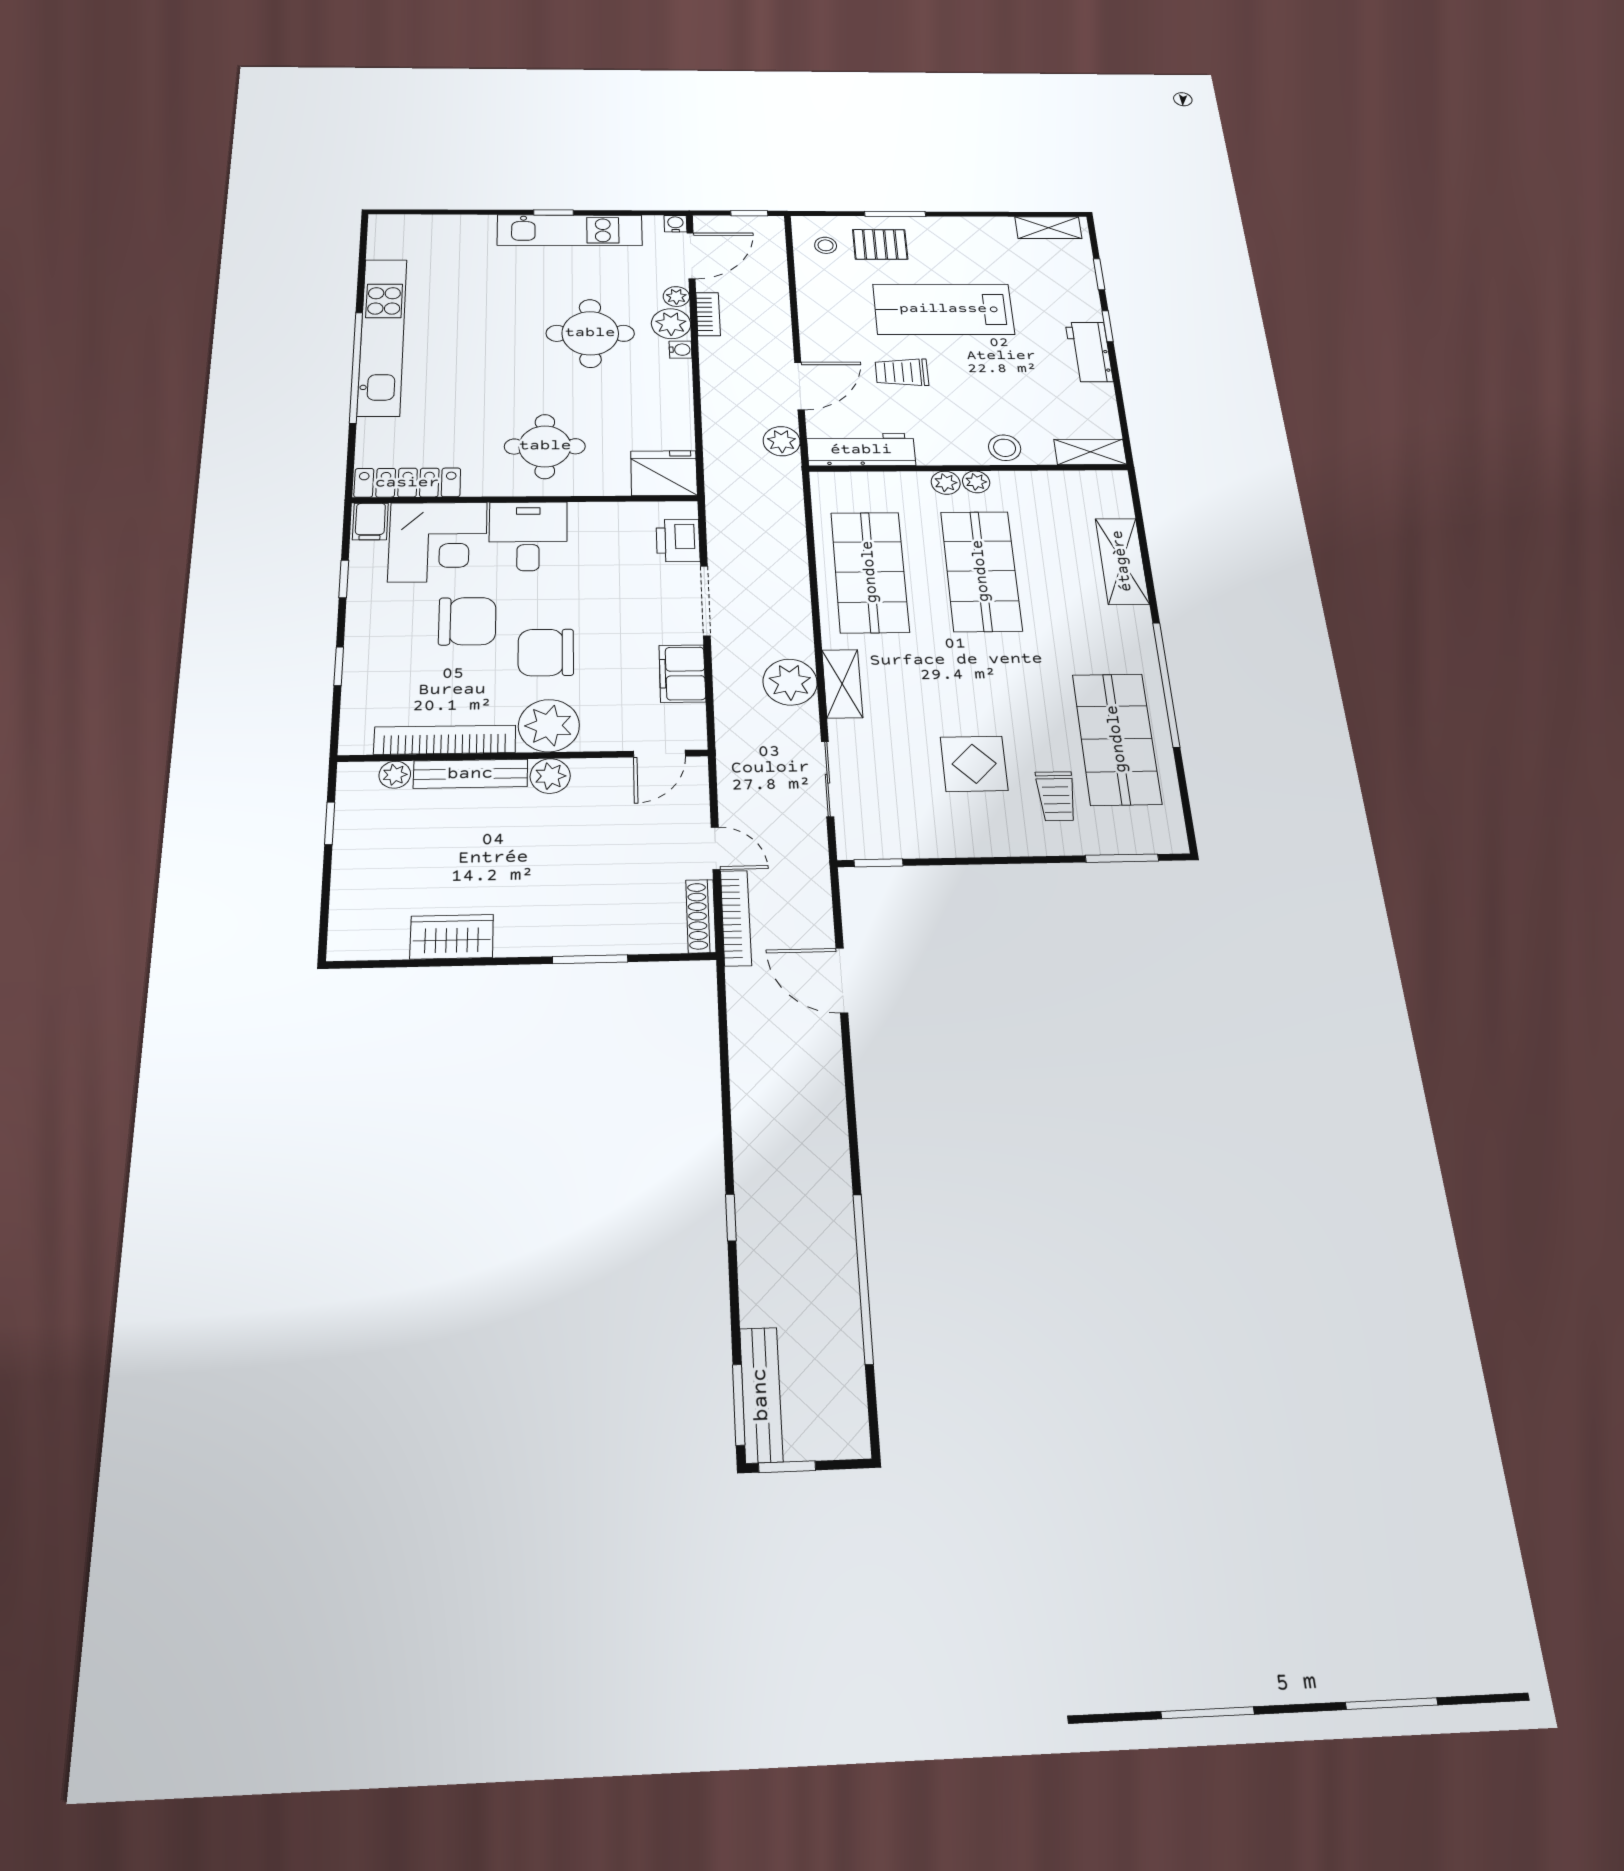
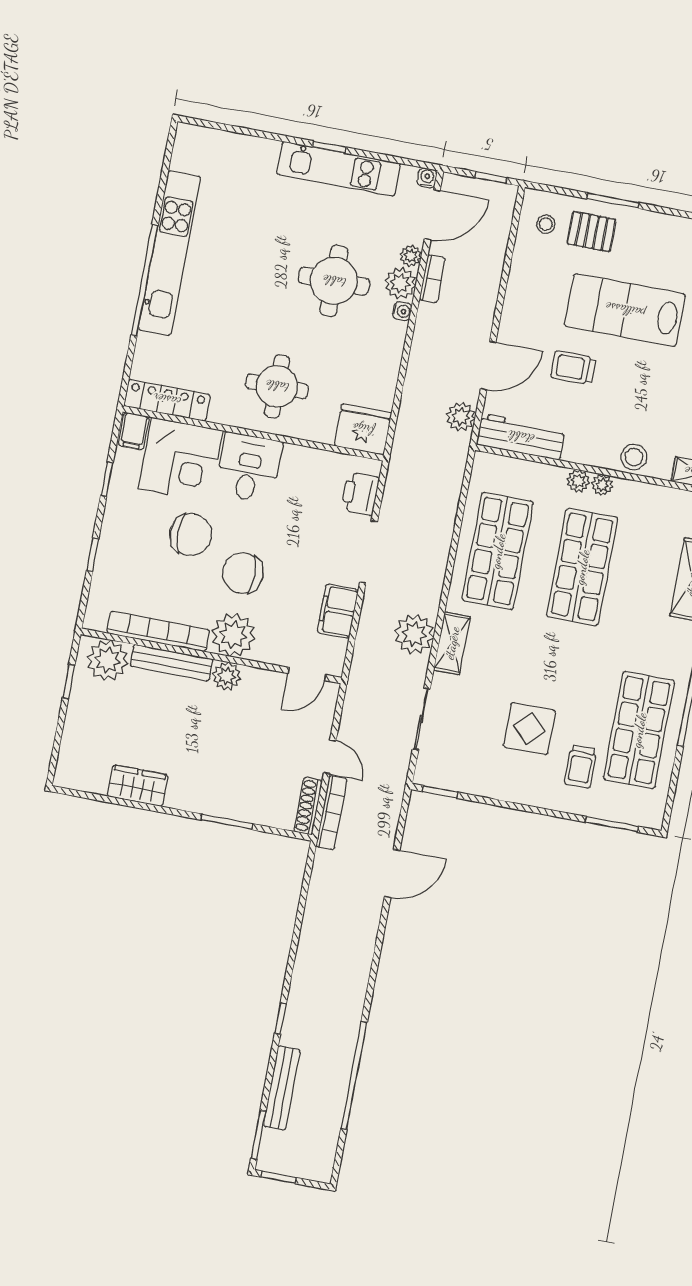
plant: (395, 775) -> (108, 660), width x1.88, depth x1.88
door: (842, 980) -> (392, 873), swing flipped
bench: (761, 1395) -> (282, 1088), moved

